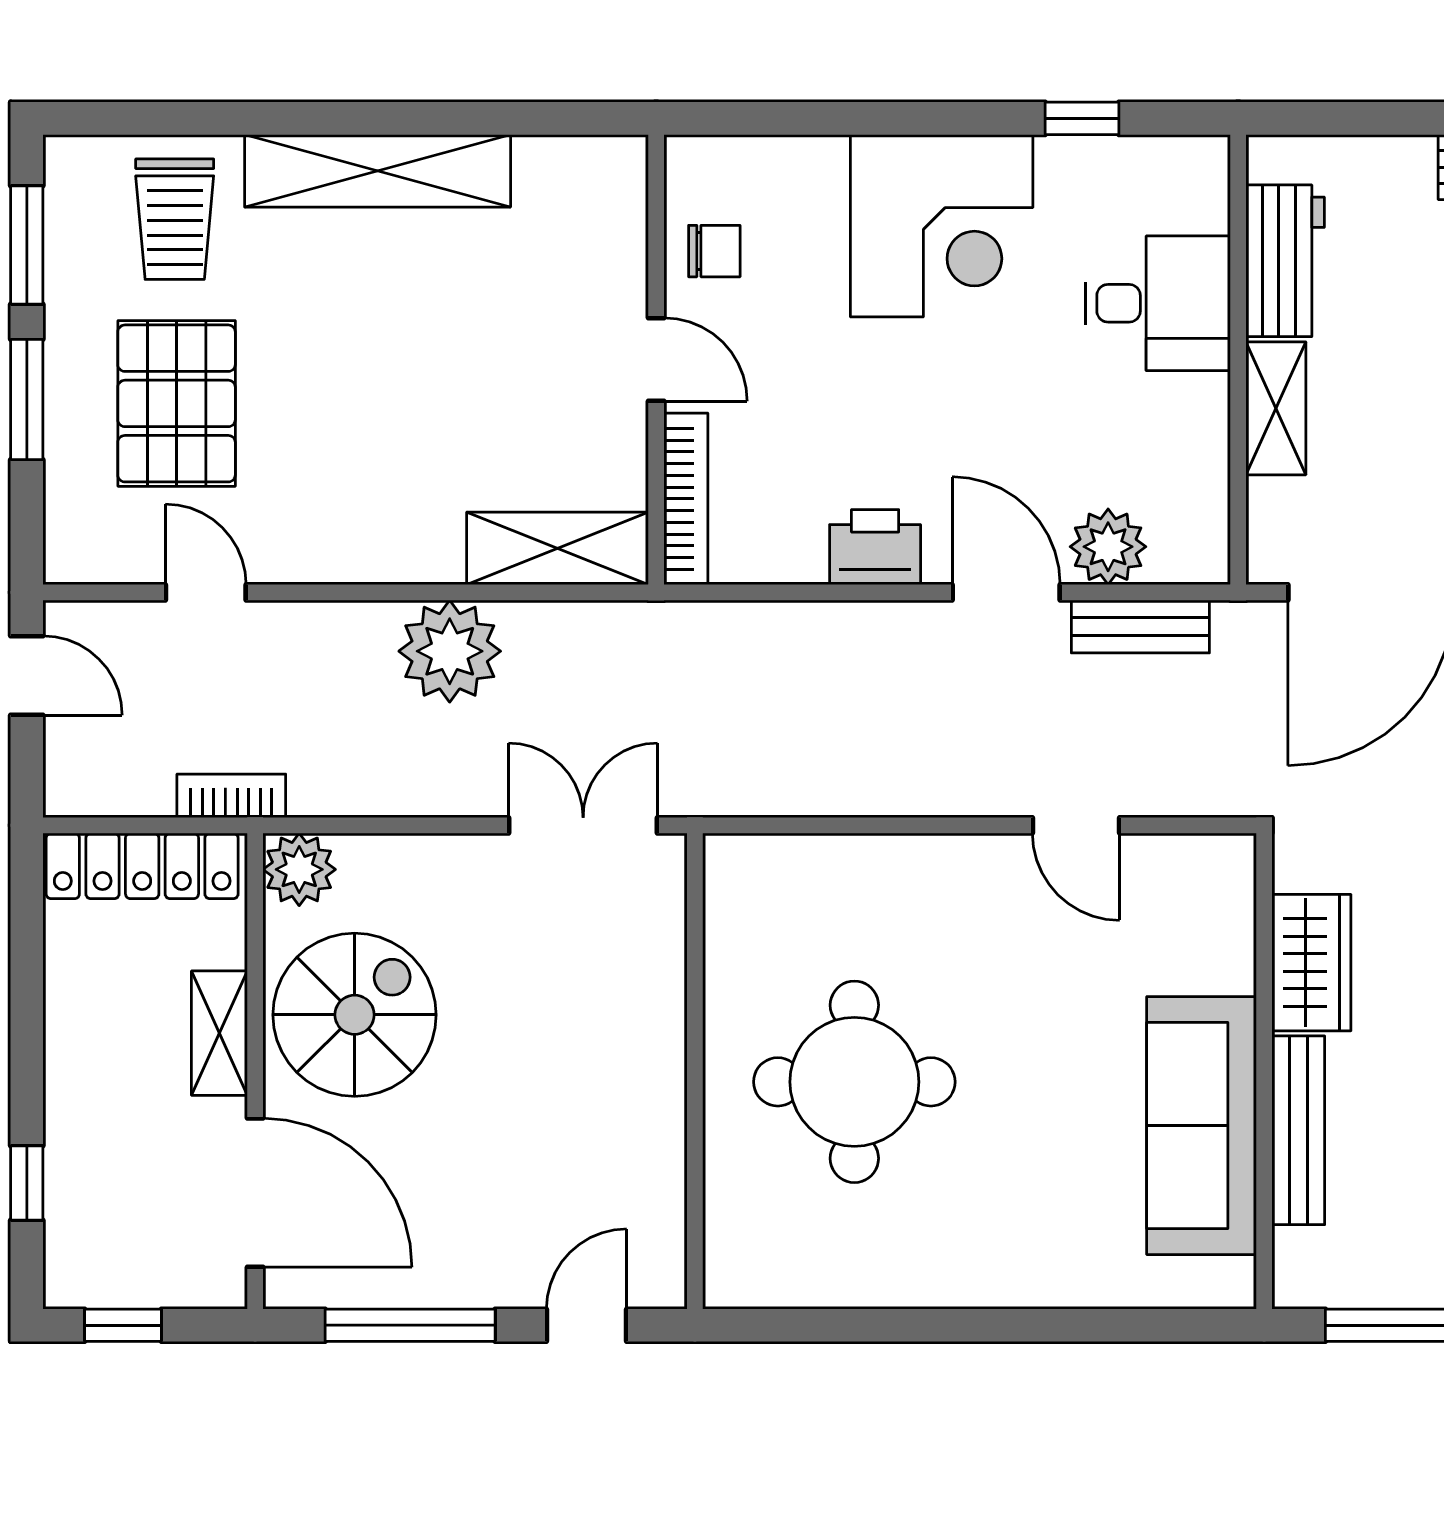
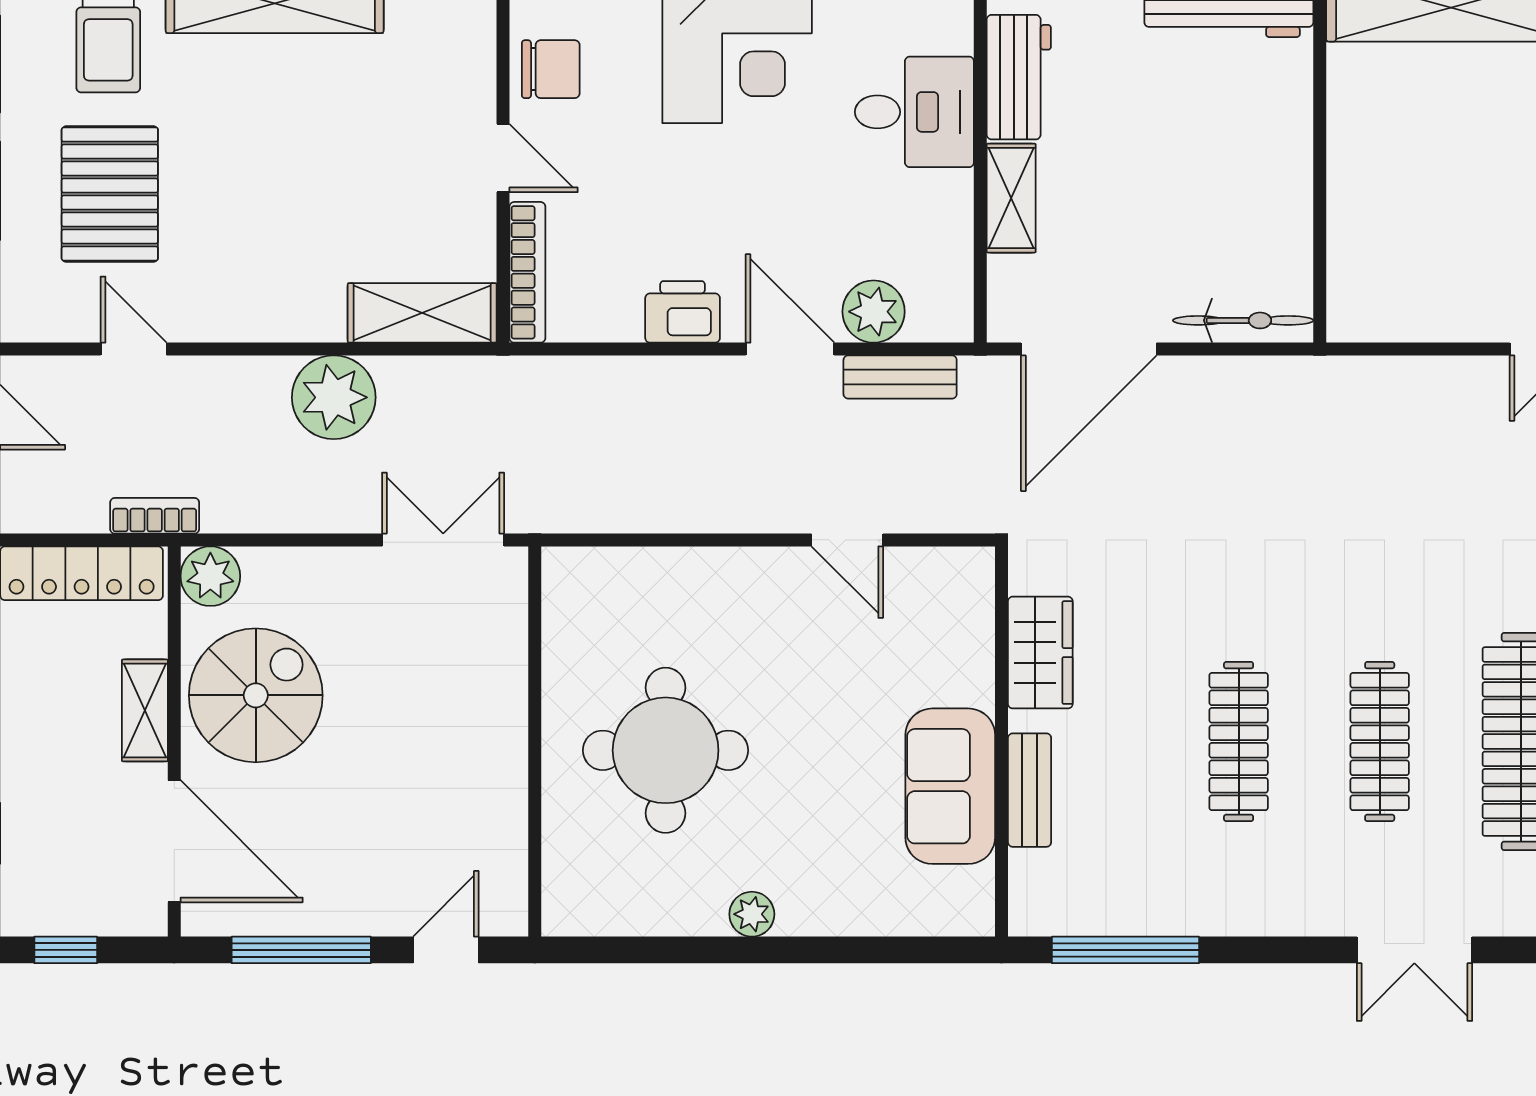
chair: (714, 251) -> (551, 69), width x1.37, depth x1.37
sofa: (1201, 1126) -> (950, 786), width x0.73
bench: (1298, 1130) -> (1030, 790), width x0.73
plant: (960, 1282) -> (752, 914), added

